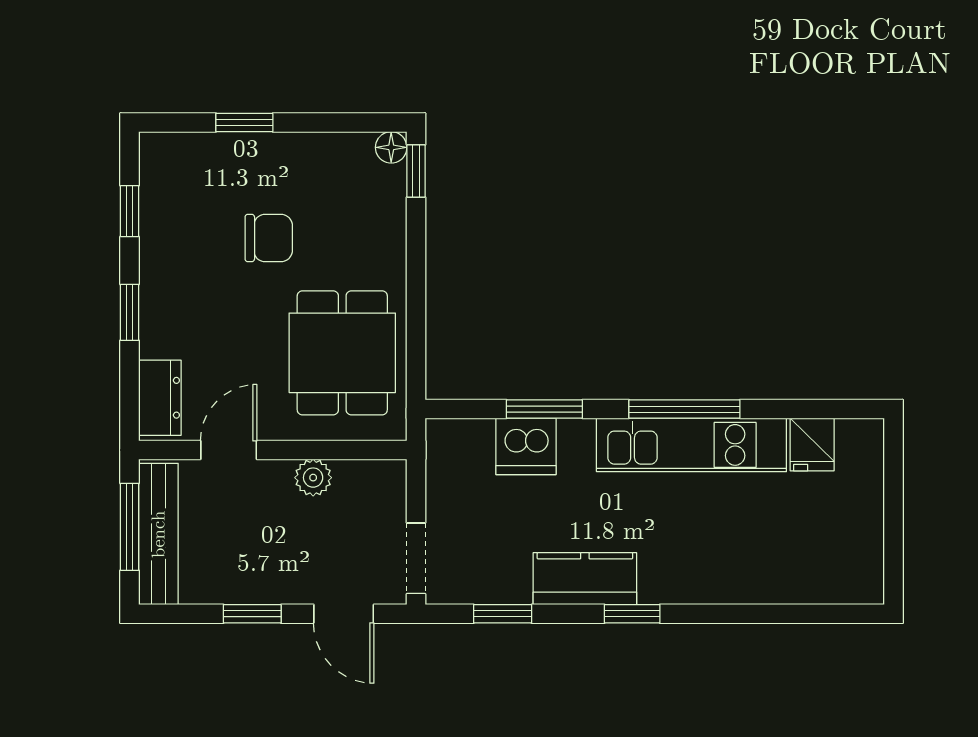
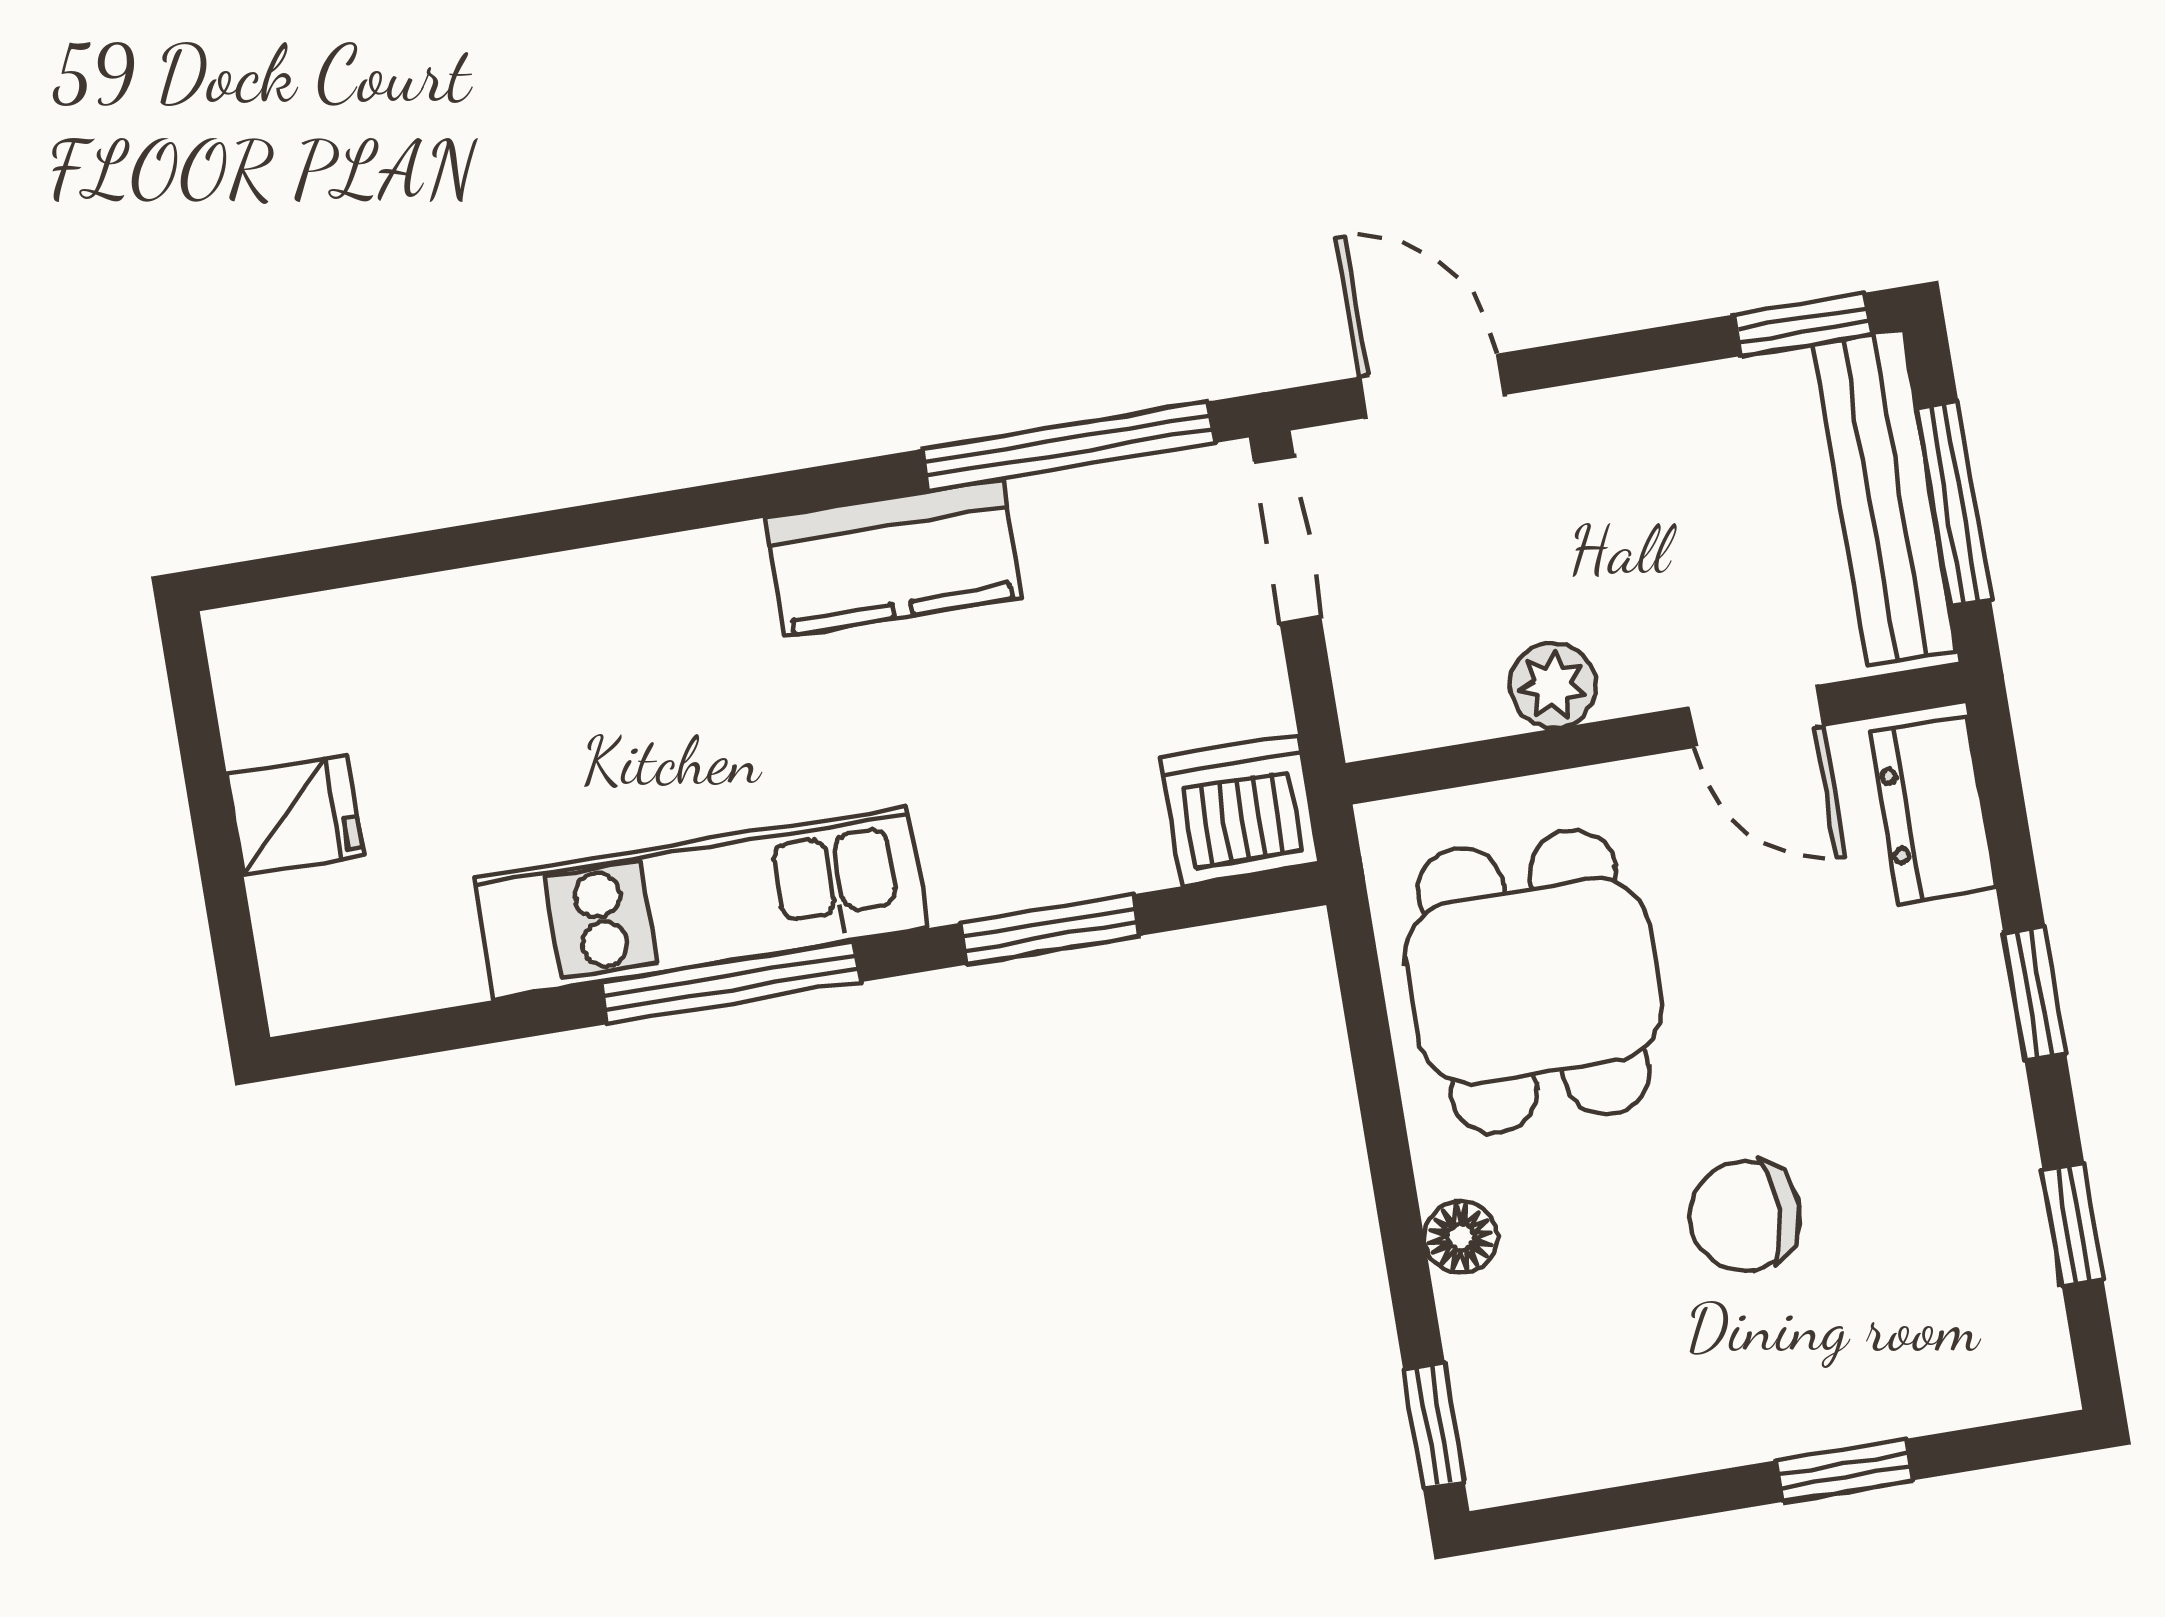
floor lamp: (391, 147) -> (1461, 1237), moved
fridge: (812, 444) -> (295, 815), moved, turned 90
dishwasher: (526, 446) -> (1240, 810), moved
door: (229, 450) -> (1756, 716), hinge flipped
window: (252, 614) -> (1803, 324), moved
window: (503, 614) -> (1069, 446), width x2.17
window: (632, 614) -> (772, 495), removed

